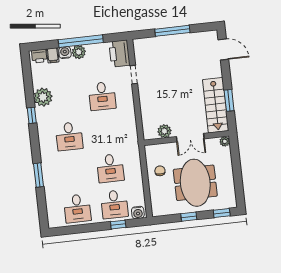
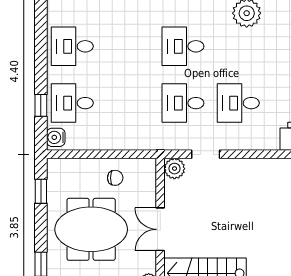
doorway: (134, 75) -> (206, 154), moved
plant: (164, 131) -> (174, 169), moved
desk: (110, 168) -> (183, 103), moved
window: (189, 217) -> (41, 191), moved

